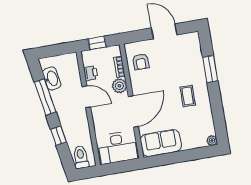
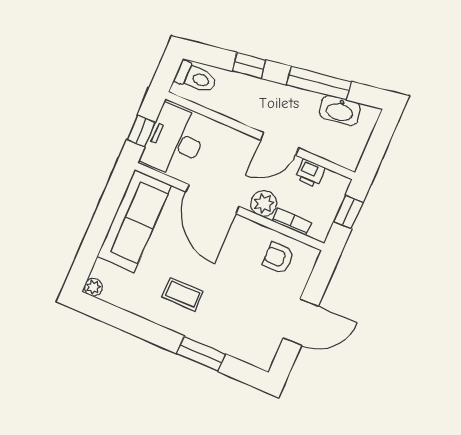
sofa: (161, 143) -> (134, 221), width x1.36
window: (123, 167) -> (141, 131), added

